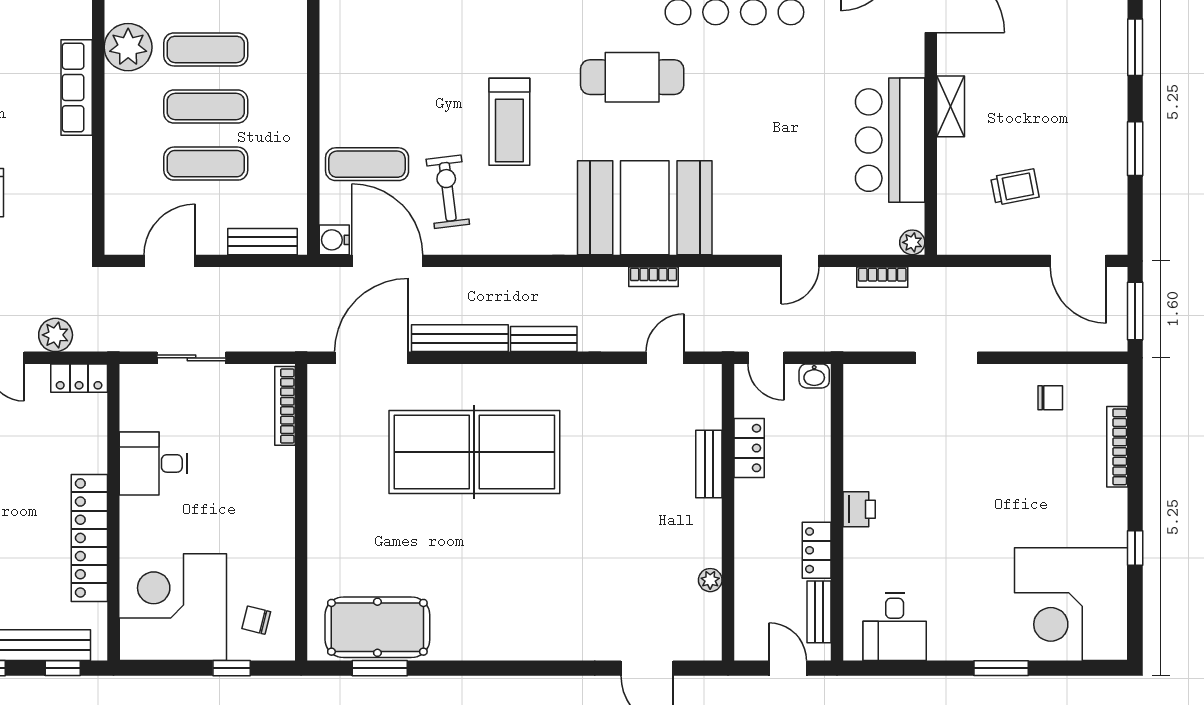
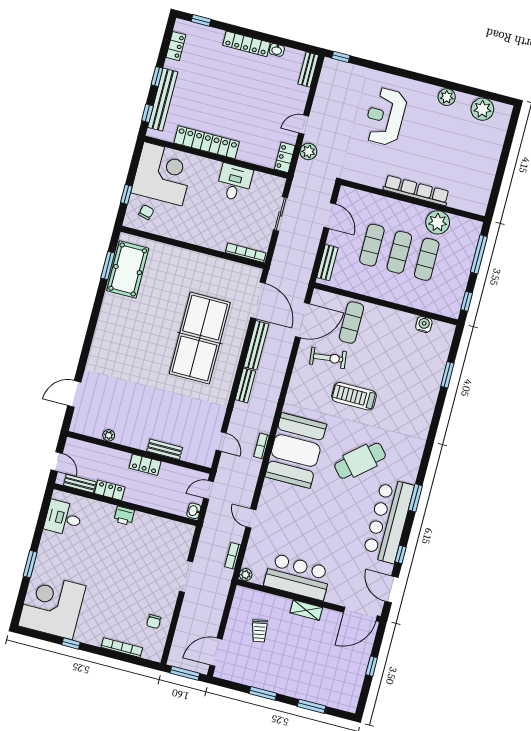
cafe table: (632, 77) -> (360, 461), turned 49
row of seats: (77, 87) -> (416, 190), width x1.36
water cooler: (334, 240) -> (424, 325), moved
locker: (749, 448) -> (145, 465), moved
door: (788, 668) -> (57, 462), hinge flipped

